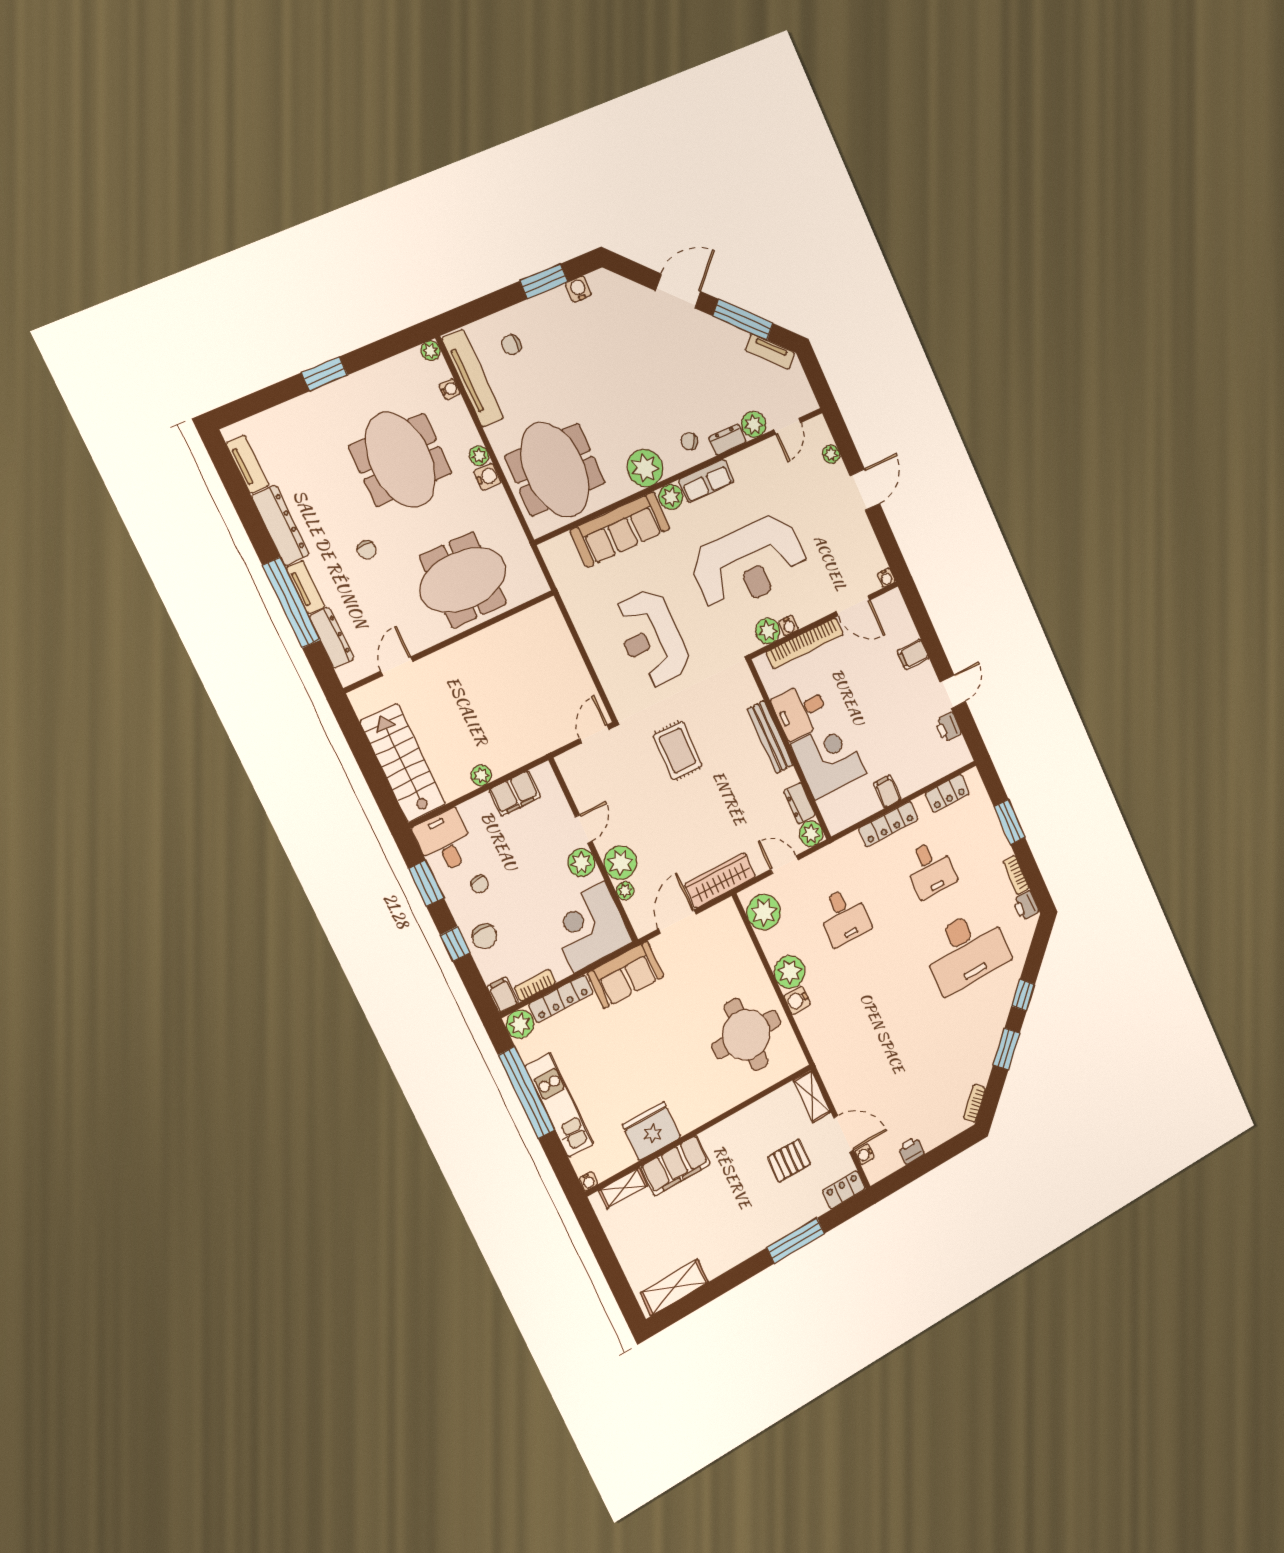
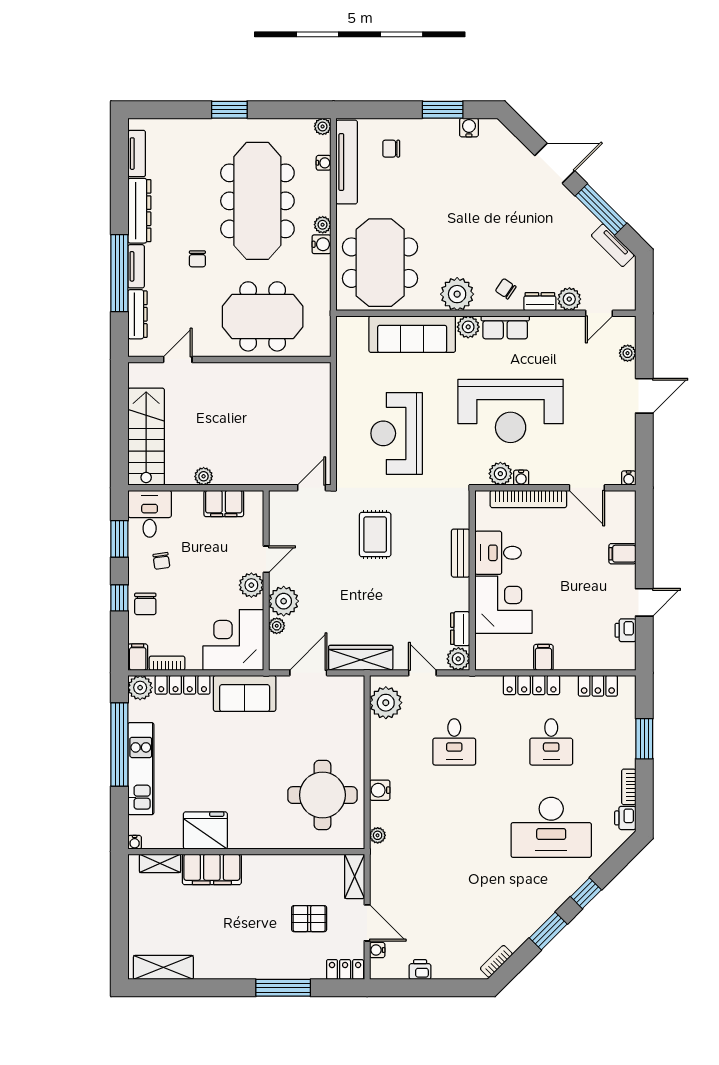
meeting table: (400, 460) -> (257, 201), width x1.36
bench: (770, 737) -> (461, 553), width x0.73
plant: (790, 972) -> (378, 835), moved, width x0.53, depth x0.53

